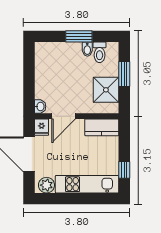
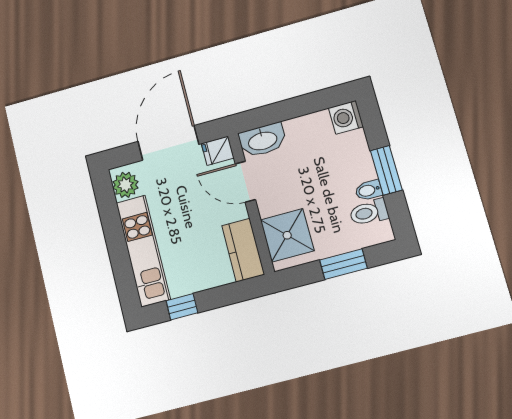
washing machine: (43, 50) -> (346, 117), added
shower: (106, 90) -> (287, 235), moved
washbasin: (40, 106) -> (262, 140), width x1.91, depth x1.45

